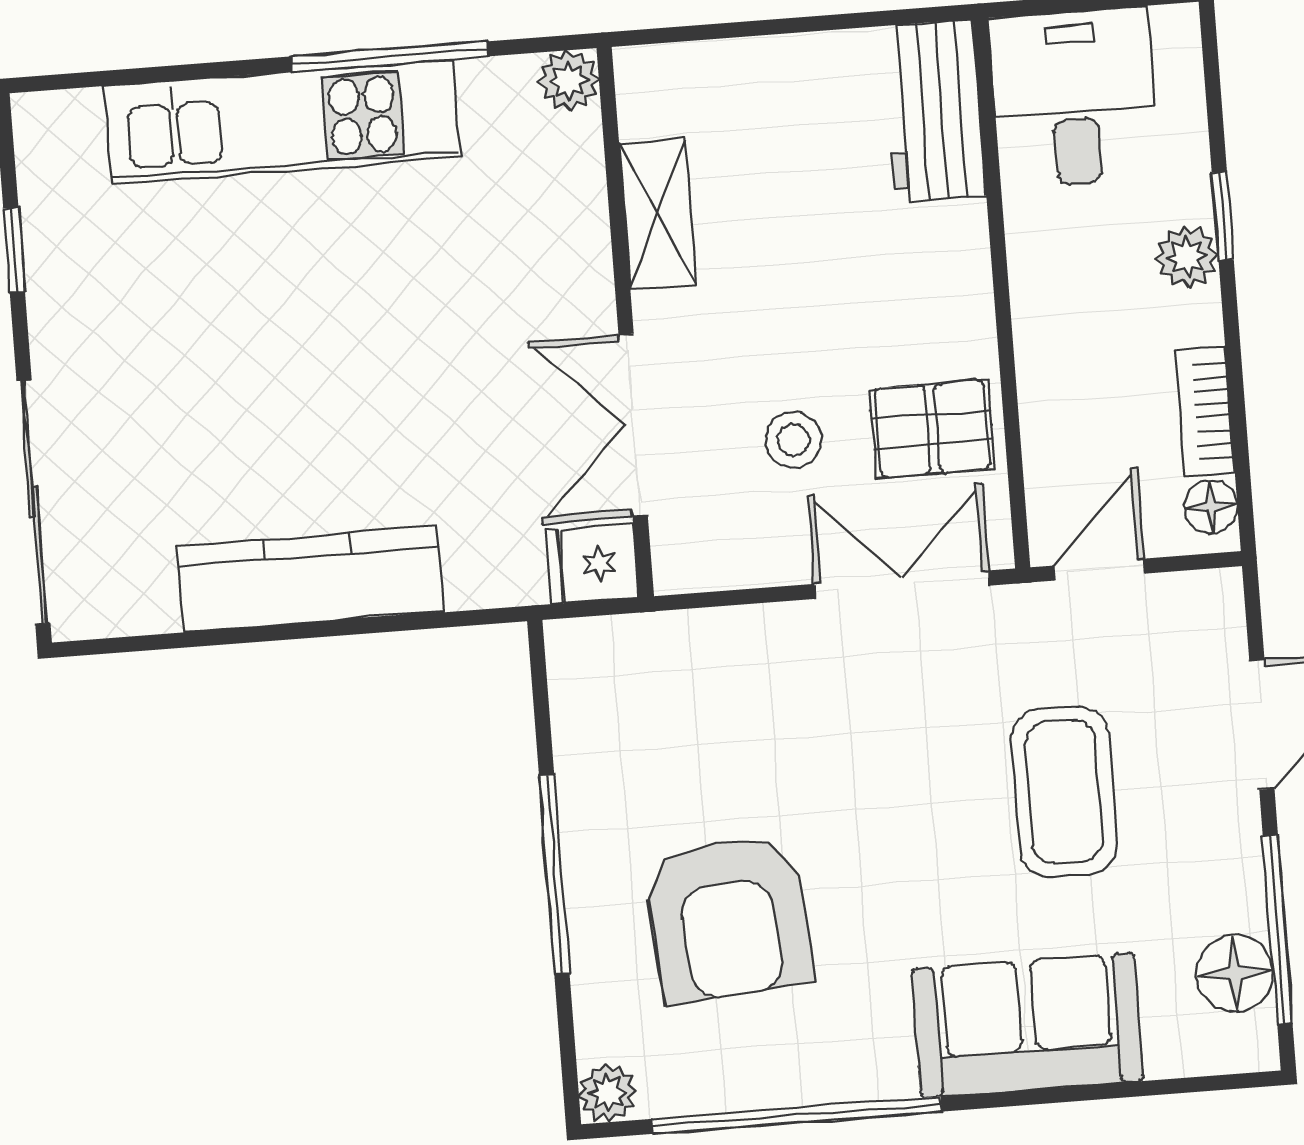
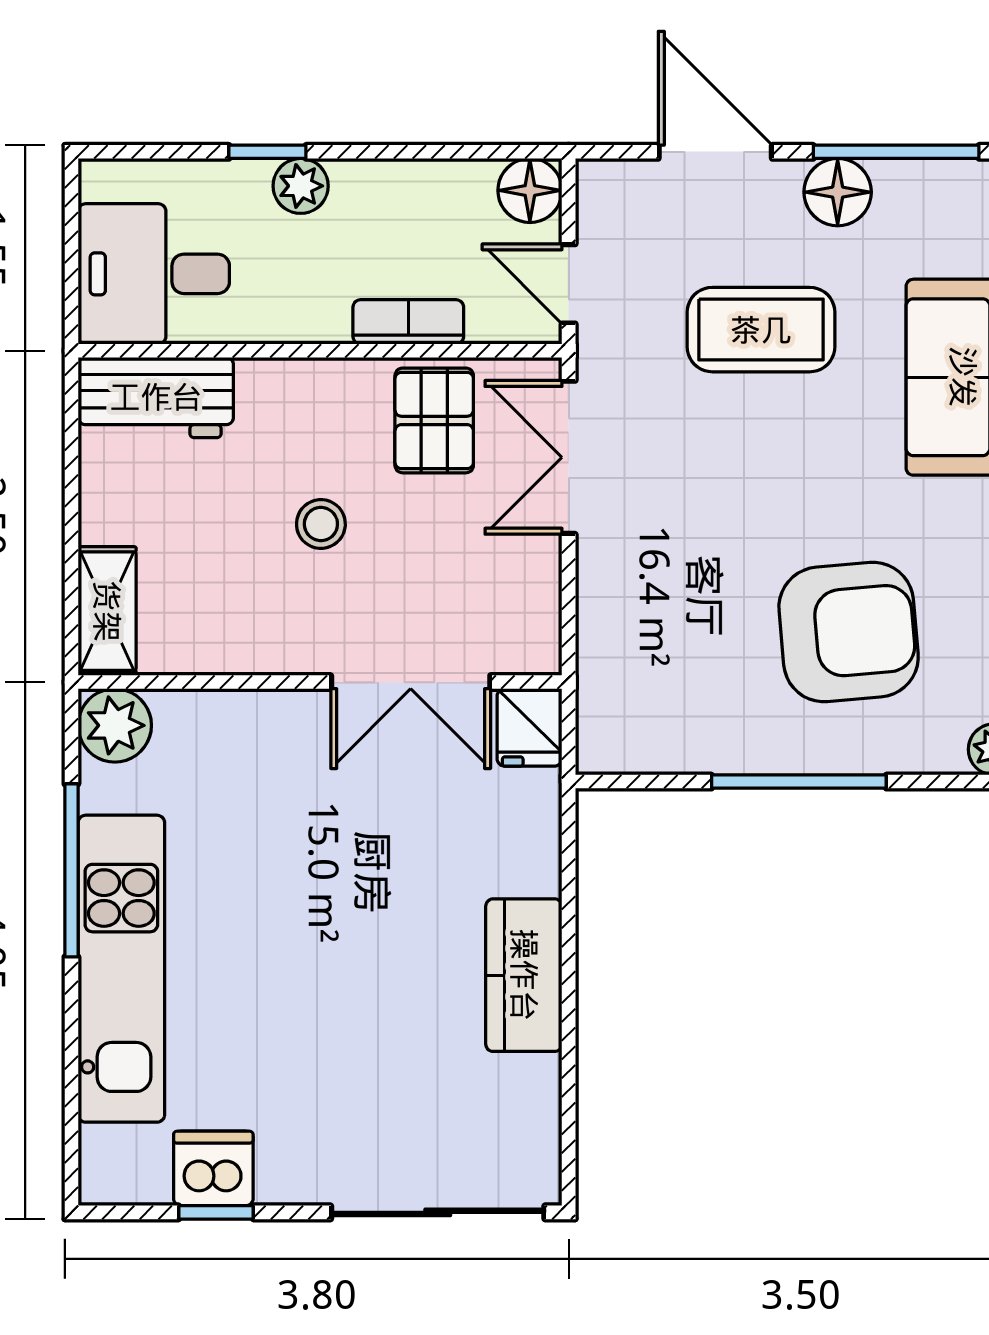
plant: (569, 81) -> (115, 725), width x1.38, depth x1.38
shelving: (658, 214) -> (107, 611), moved, turned 90
dishwasher: (64, 243) -> (213, 1168), added
bookcase: (1205, 411) -> (408, 322), moved, turned 180
stool: (794, 440) -> (321, 524), moved
floor lamp: (1211, 507) -> (530, 190), width x1.37, depth x1.37
kitchen counter: (310, 579) -> (524, 975), width x0.67
floor lamp: (1235, 973) -> (838, 192), moved

